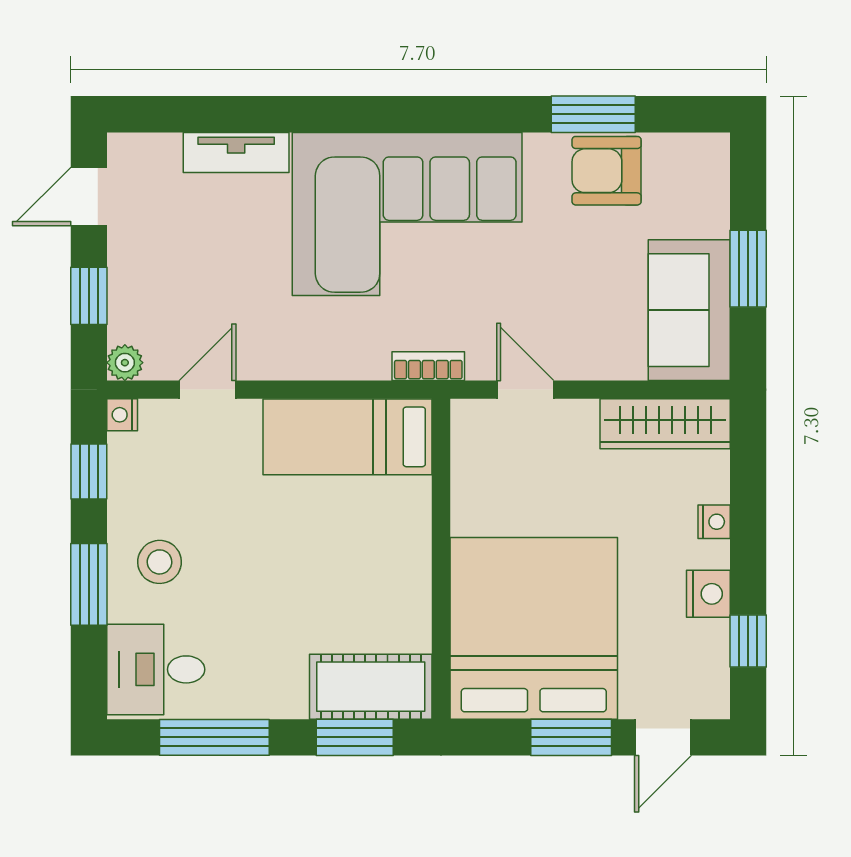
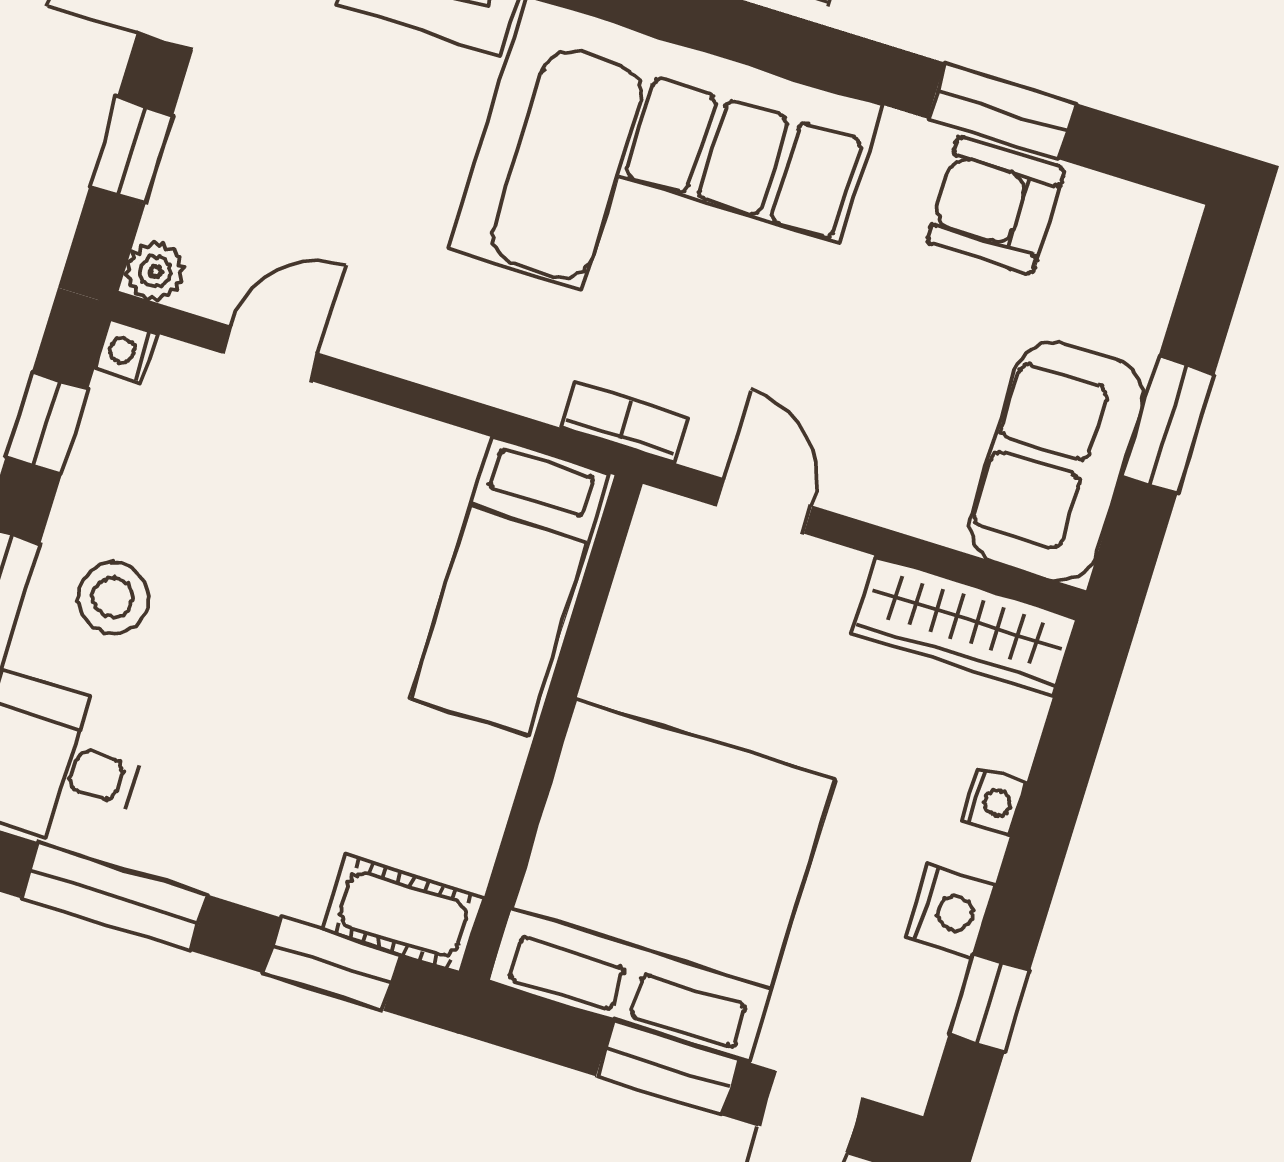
bed: (348, 437) -> (510, 586), moved, turned -90
cot: (371, 687) -> (403, 914), width x0.73, depth x0.75

